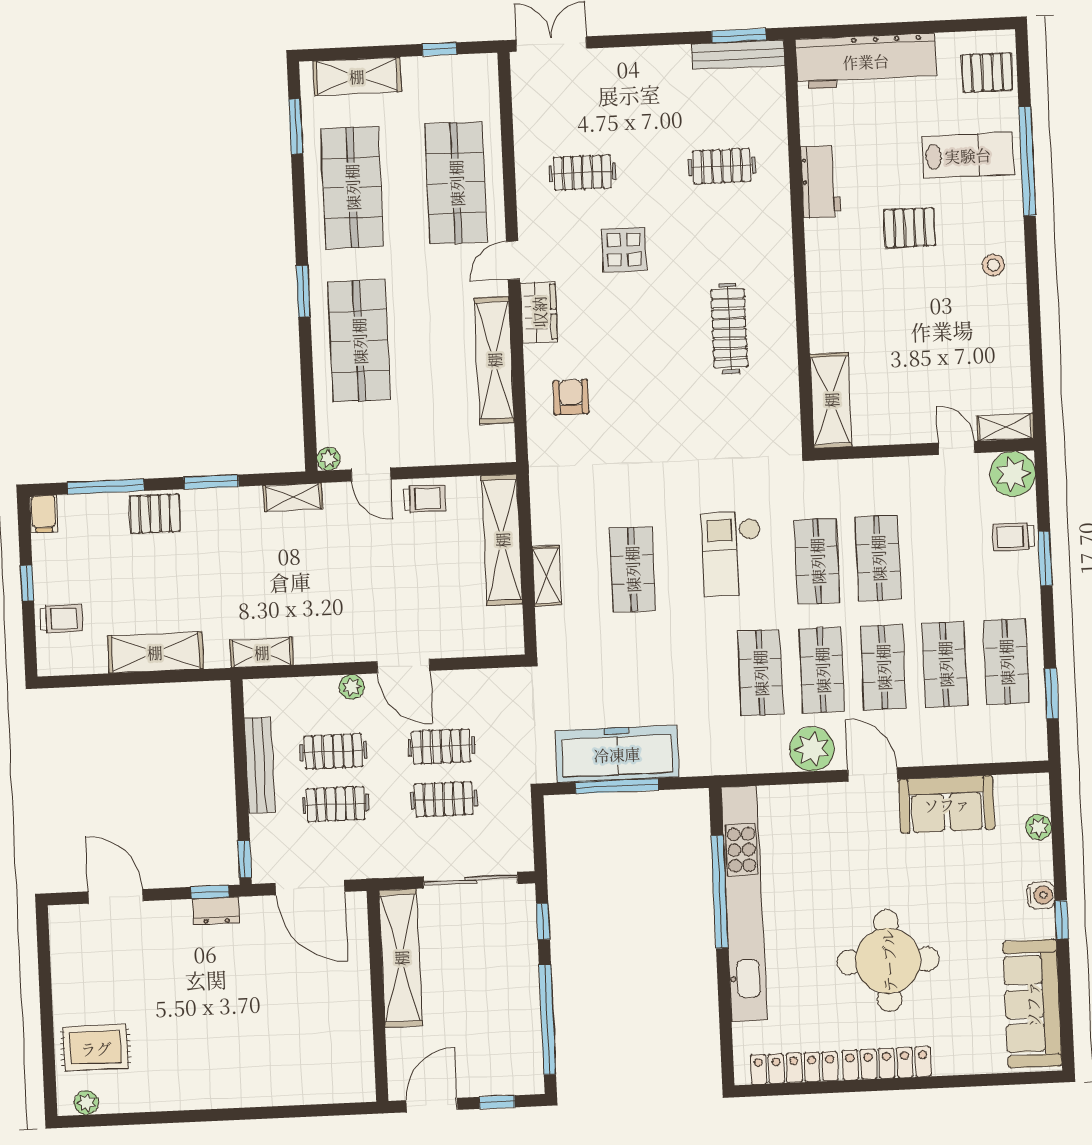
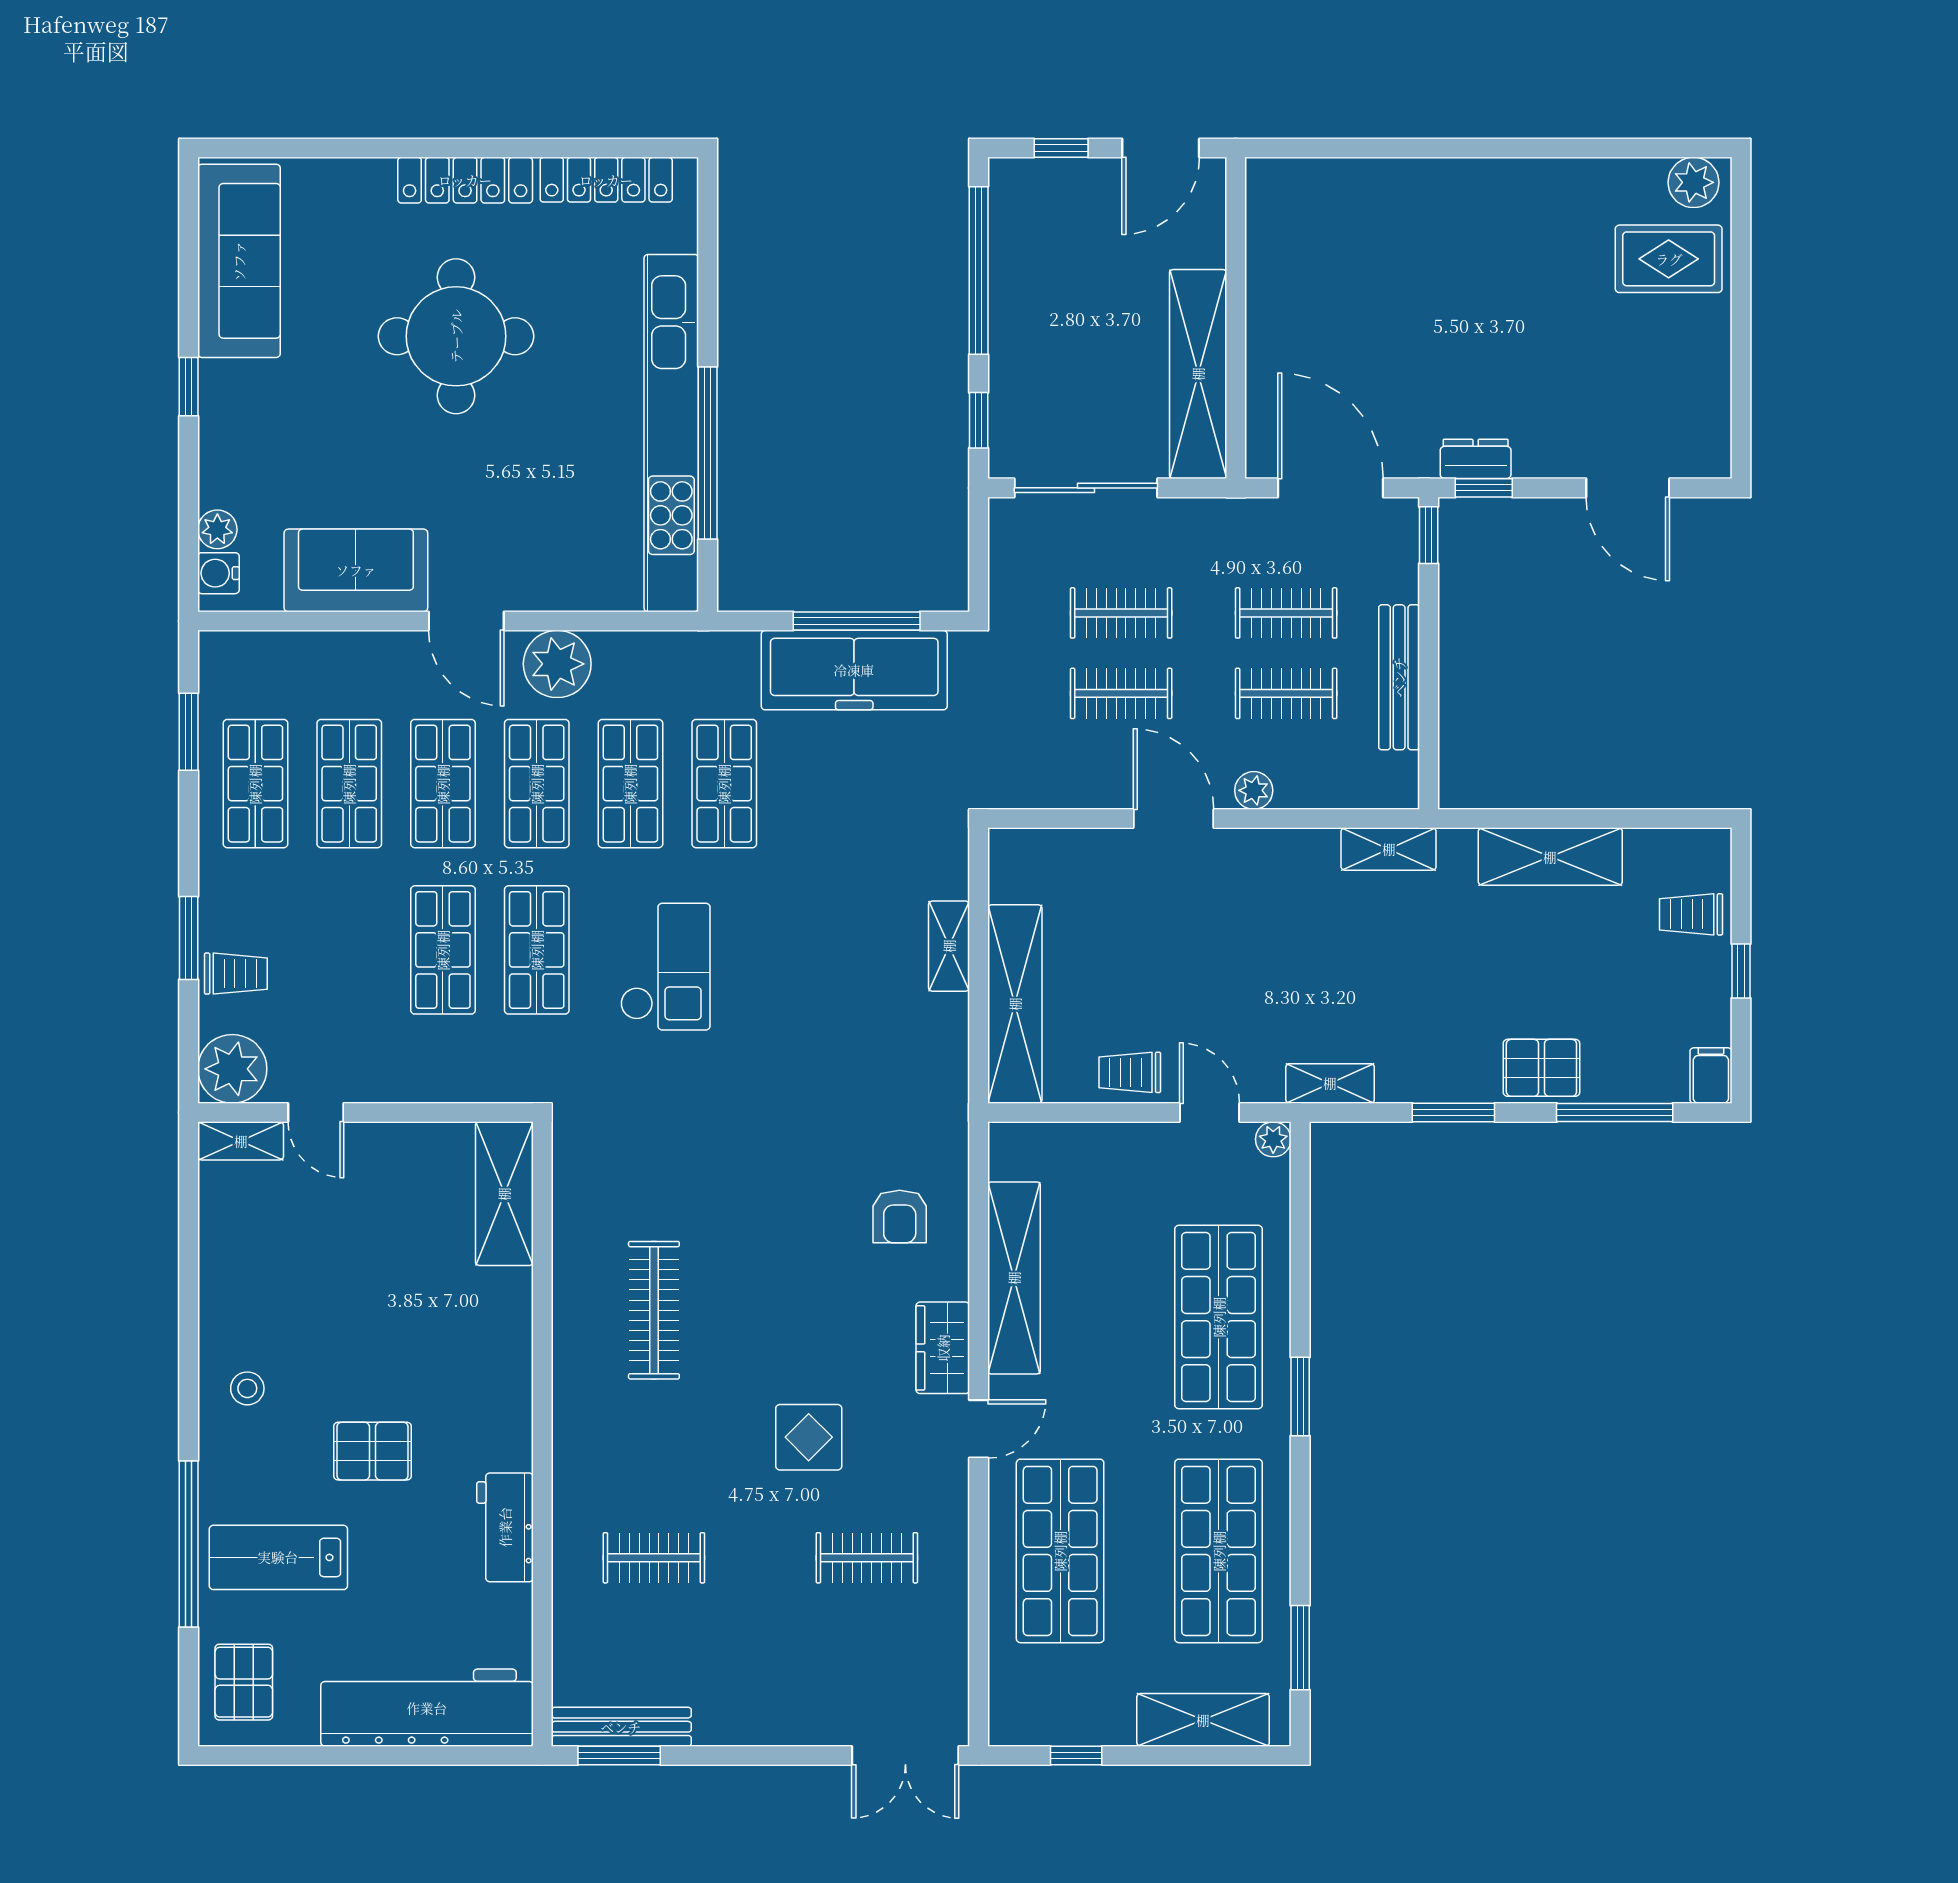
pallet: (987, 72) -> (244, 1682), turned 90
shop shelf: (632, 569) -> (724, 784), moved
water cooler: (1041, 895) -> (218, 573), moved
plant: (86, 1103) -> (1694, 182), width x1.38, depth x1.38

